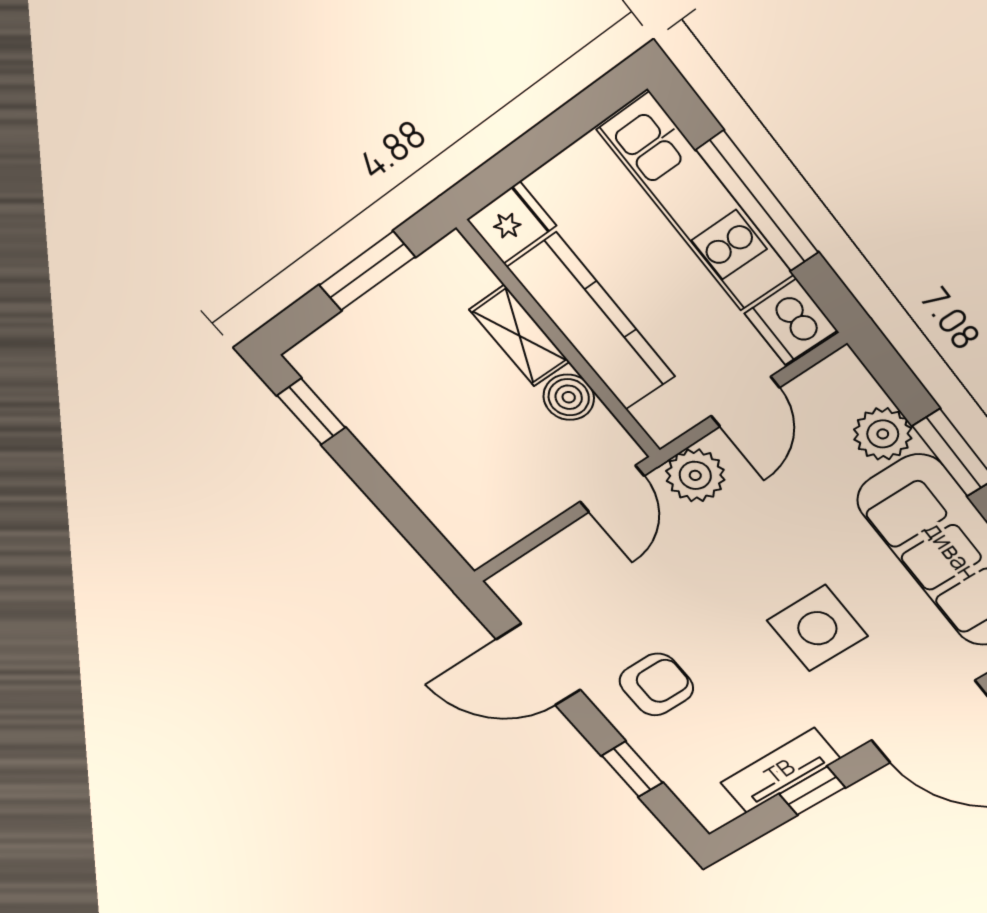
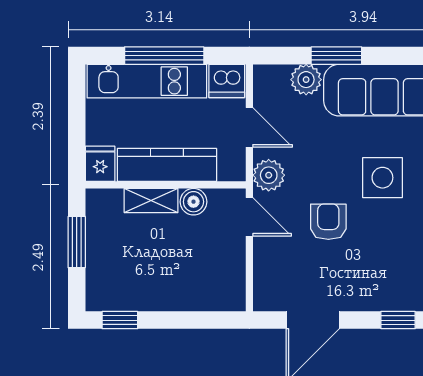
armchair: (656, 685) -> (328, 222), moved

